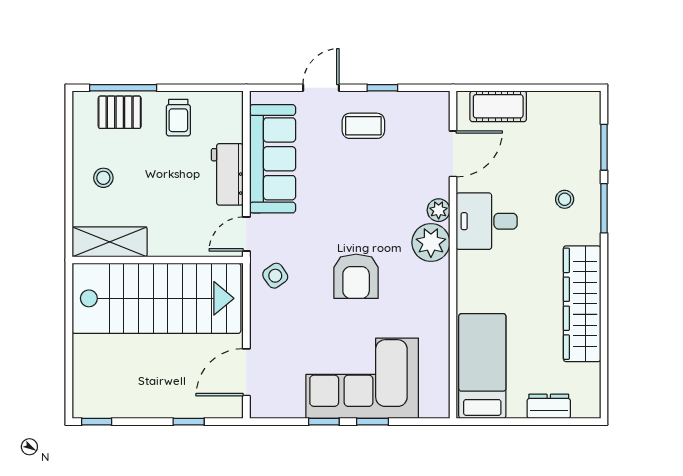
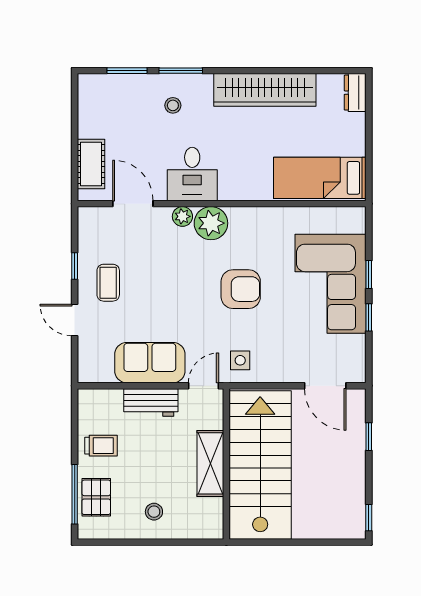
sofa: (273, 159) -> (150, 363), width x0.73
door: (246, 234) -> (204, 386), swing flipped
shelving: (110, 242) -> (210, 463), moved
side table: (275, 276) -> (240, 360), turned 35
dresser: (549, 406) -> (355, 93), moved

